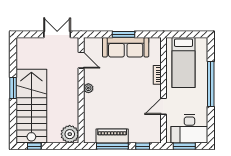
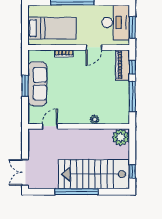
double door: (57, 34) -> (25, 172), moved
window: (13, 88) -> (76, 192), width x2.11
plant: (88, 88) -> (95, 119), moved
door: (163, 106) -> (94, 47), hinge flipped
piano: (112, 136) -> (123, 65), moved

